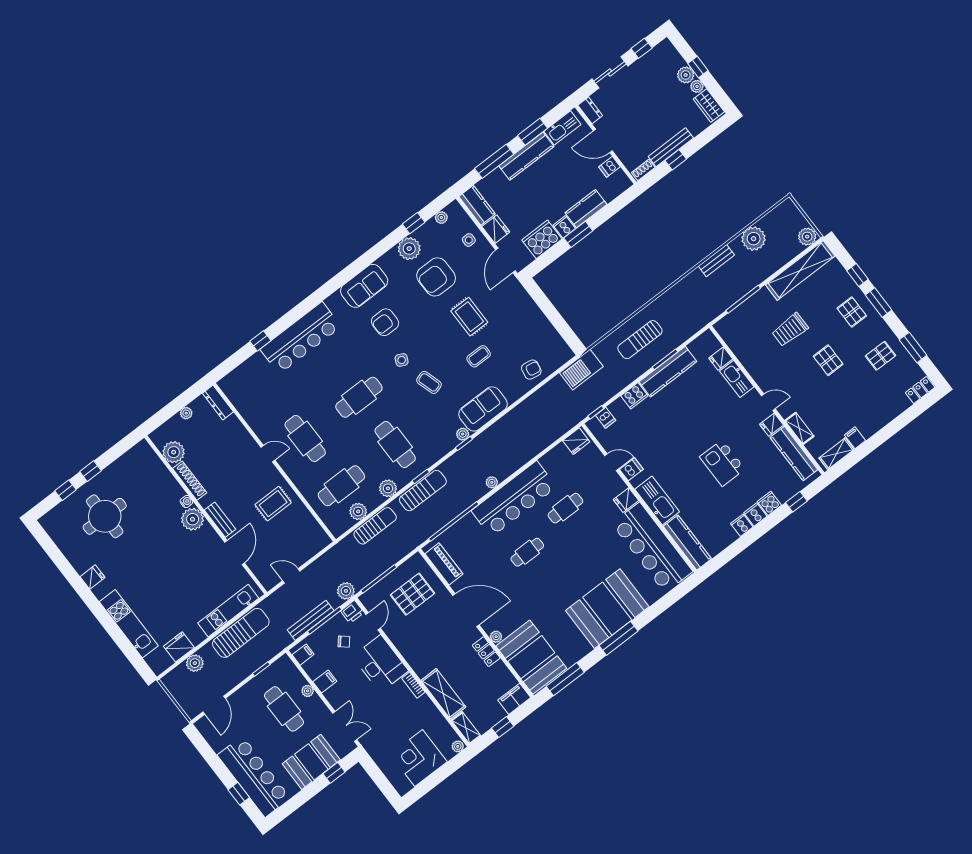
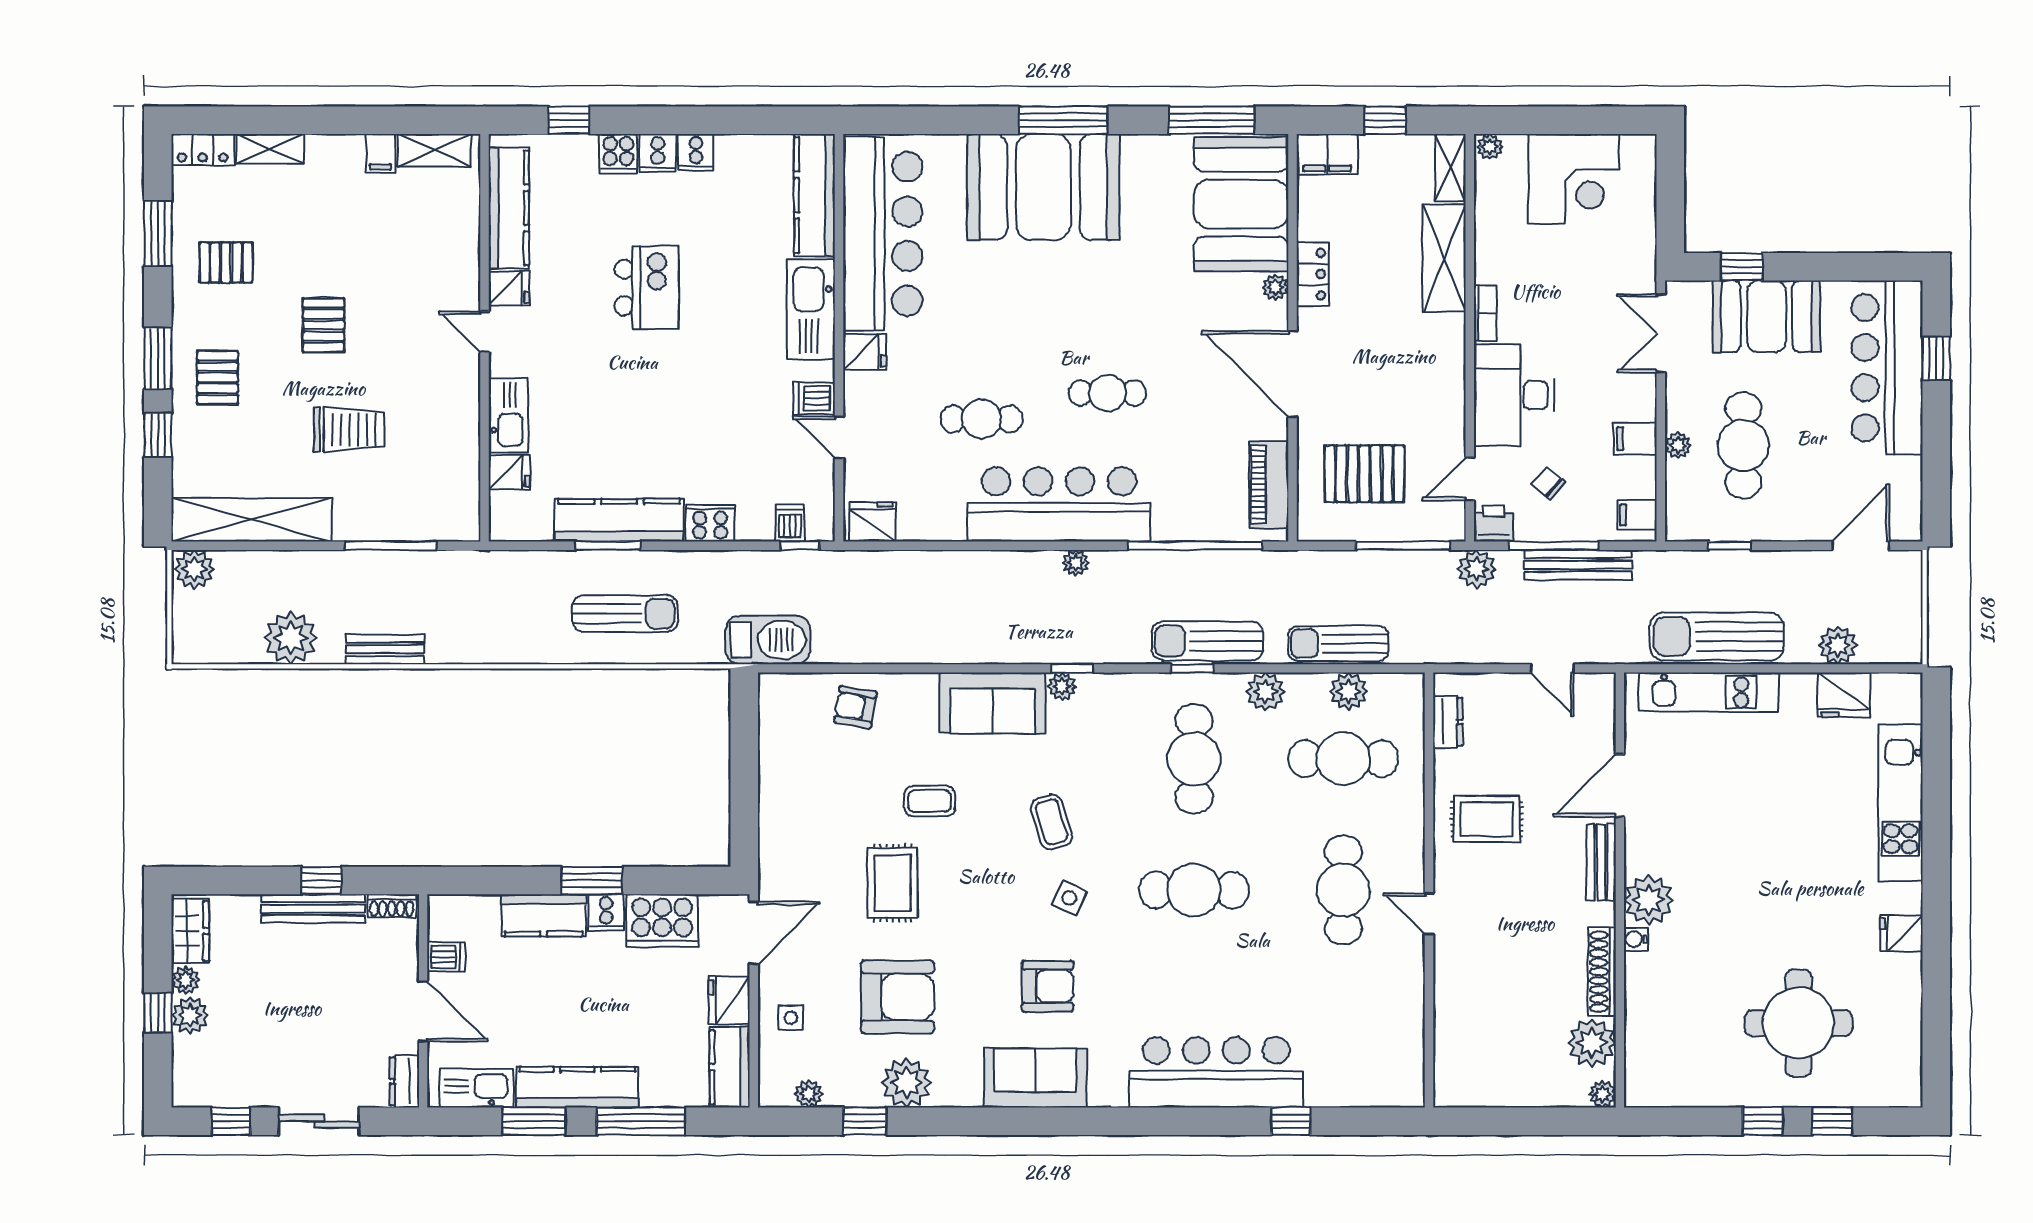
dresser: (218, 403) -> (1448, 722), moved, width x0.70
plant: (186, 413) -> (1602, 1094), moved
shelving: (799, 428) -> (270, 149), moved, turned 90

